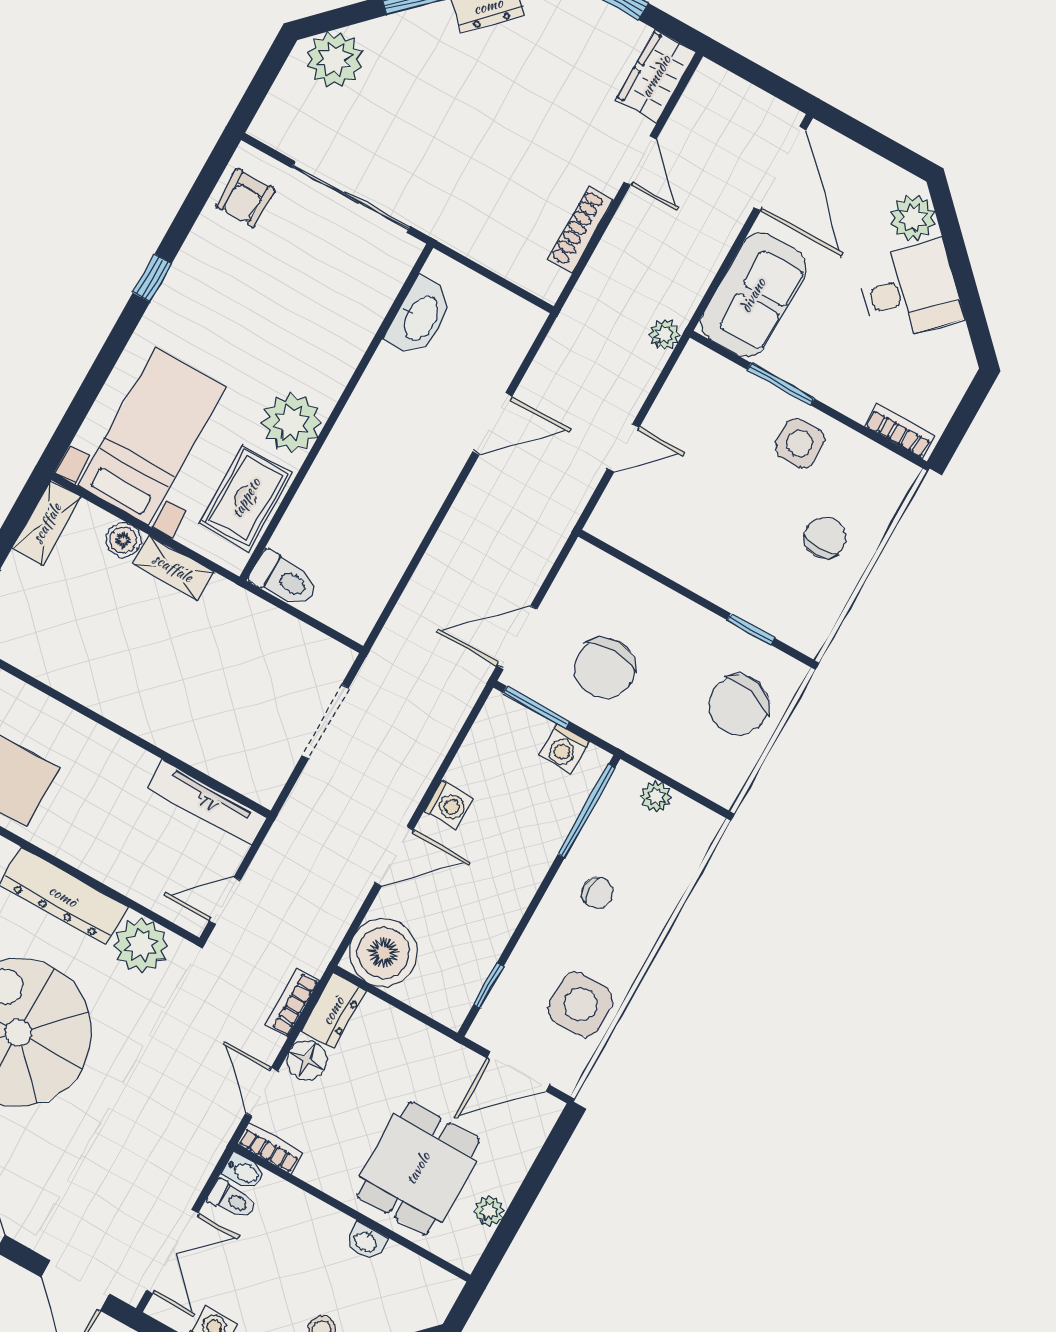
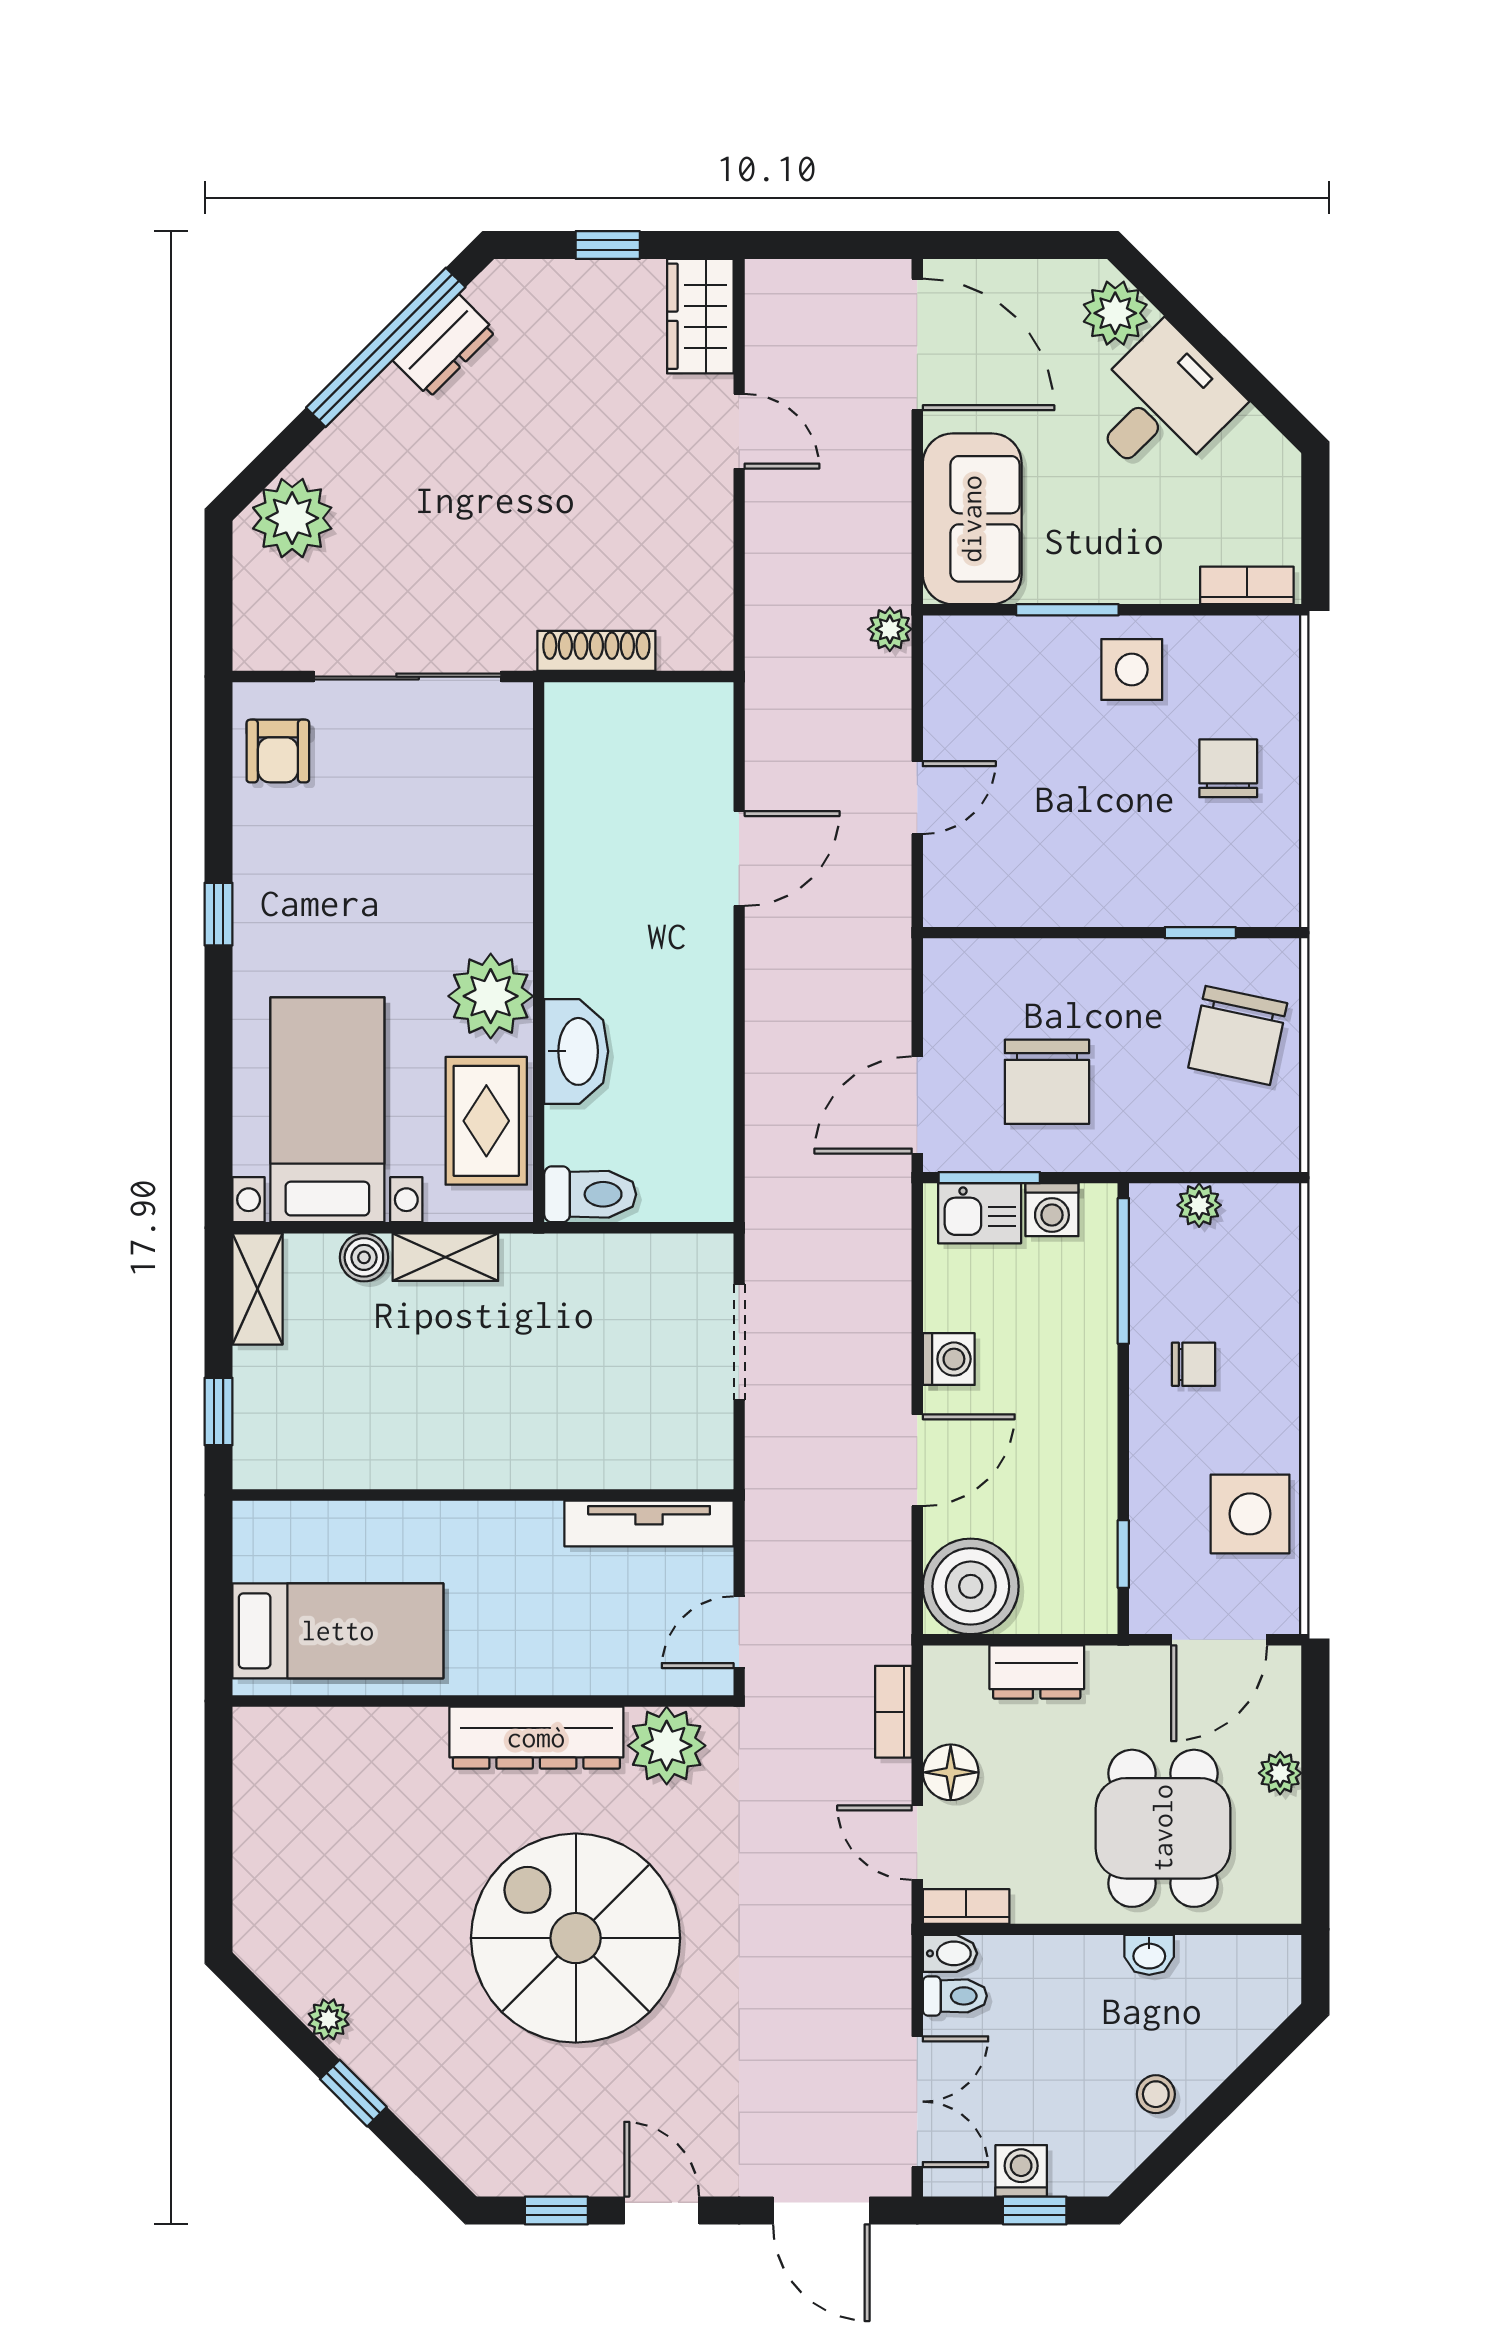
shoe rack: (580, 230) -> (596, 651), moved, turned 90
washbasin: (420, 317) -> (576, 1051), moved
kitchen sink: (518, 726) -> (980, 1213), added
dresser: (333, 1011) -> (1037, 1672), moved, turned 90
plant: (489, 1211) -> (1280, 1773), moved

